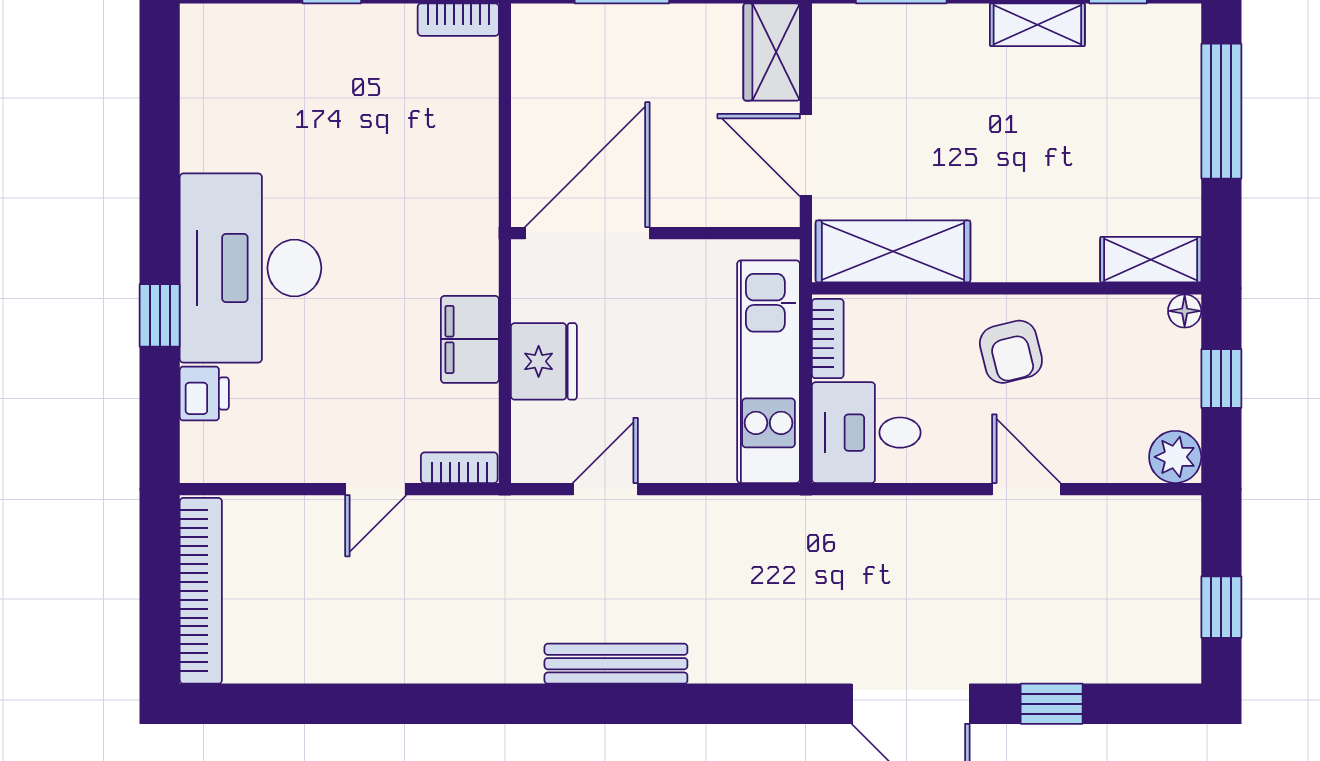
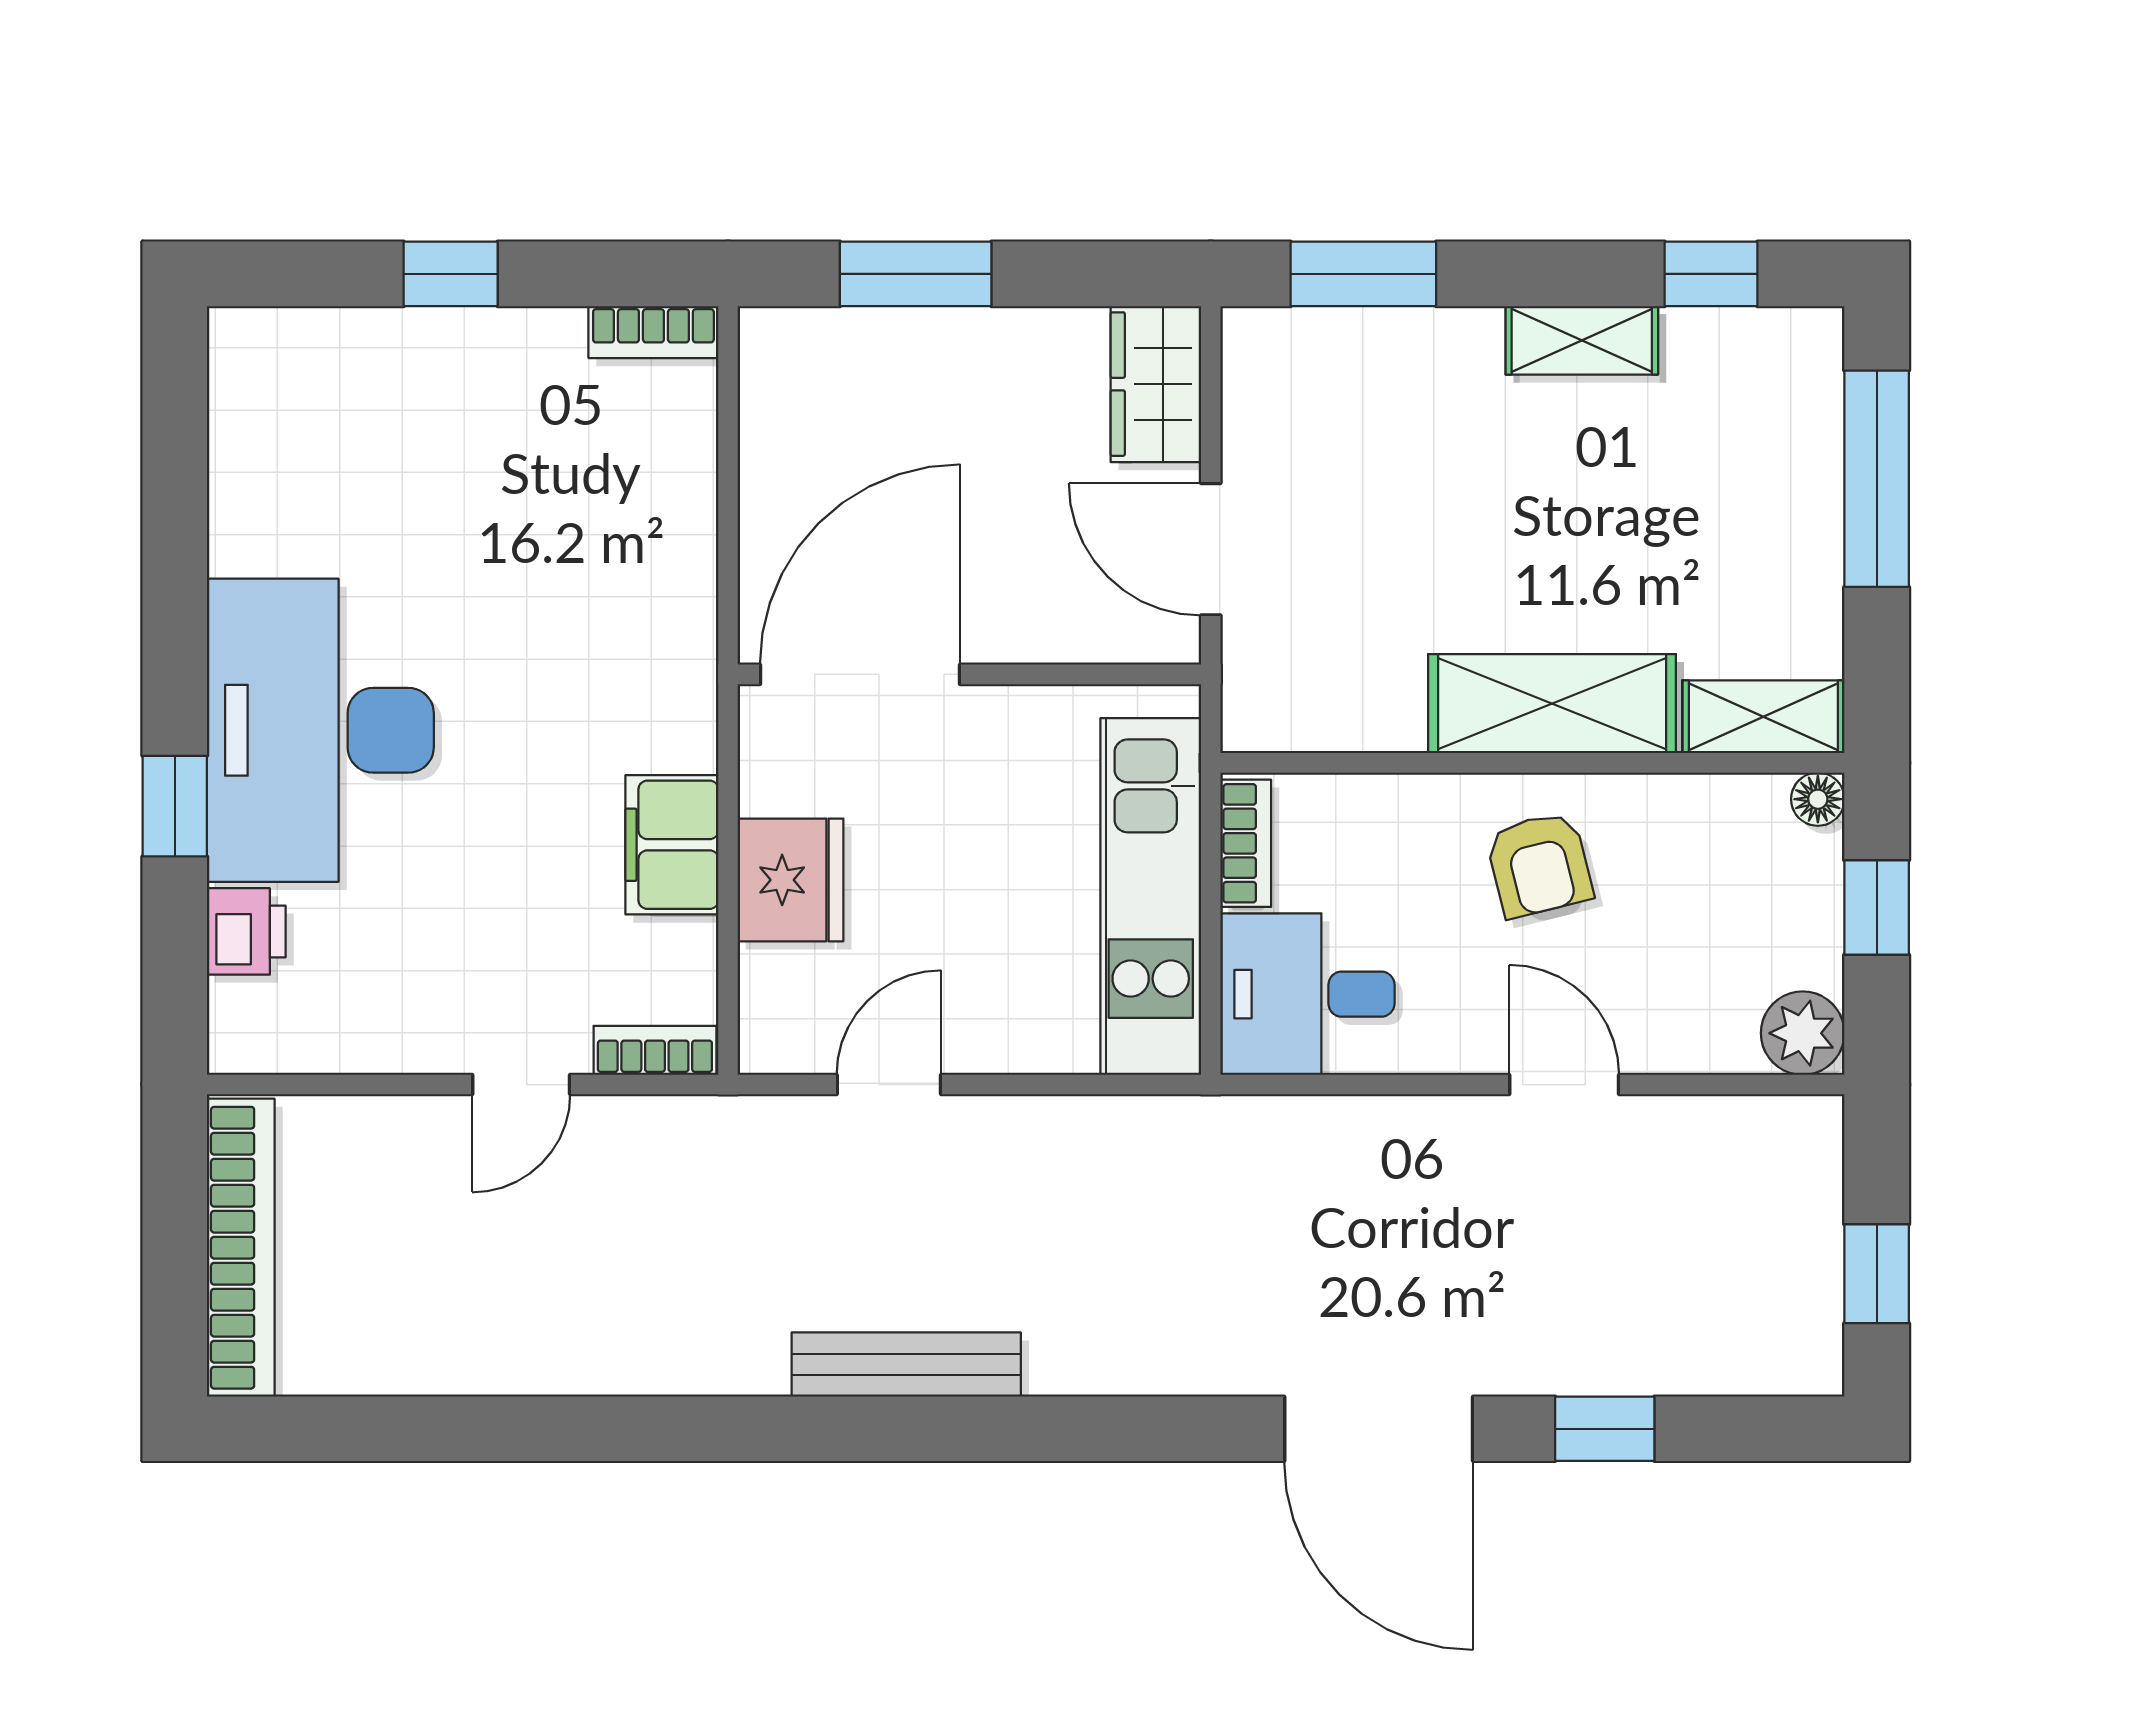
shelving: (893, 251) -> (1552, 704), moved

